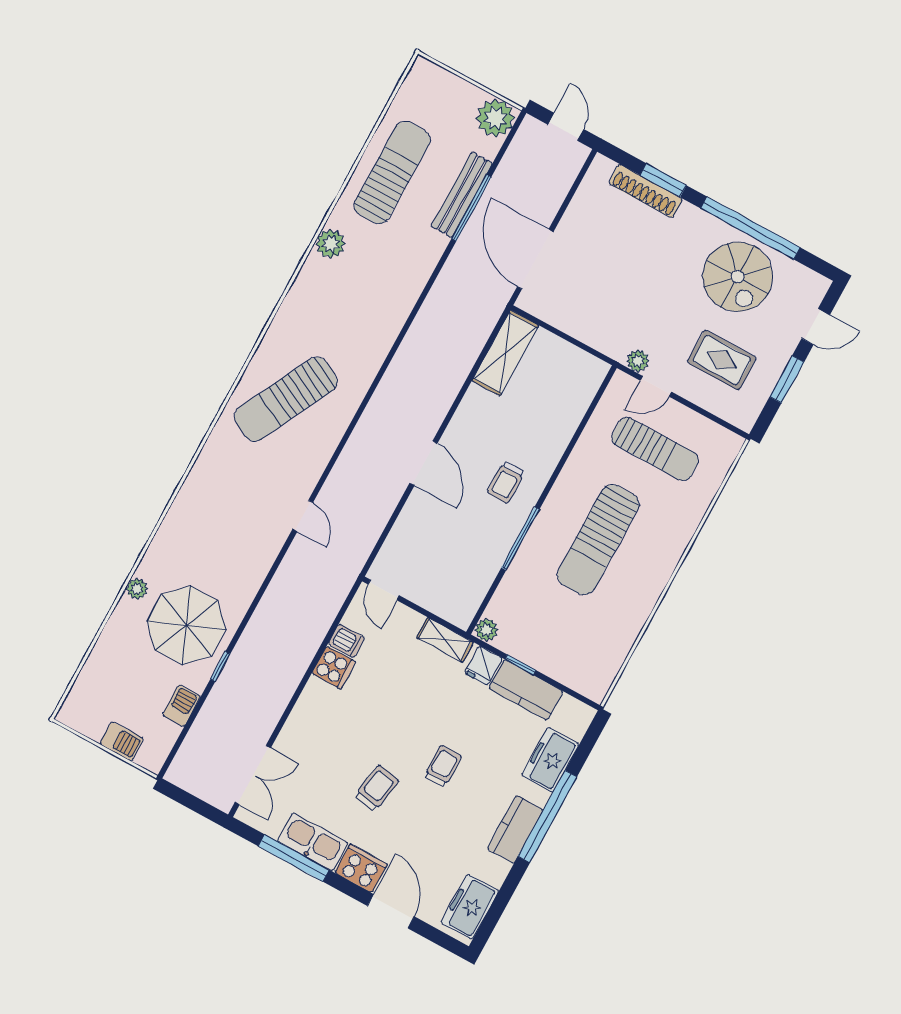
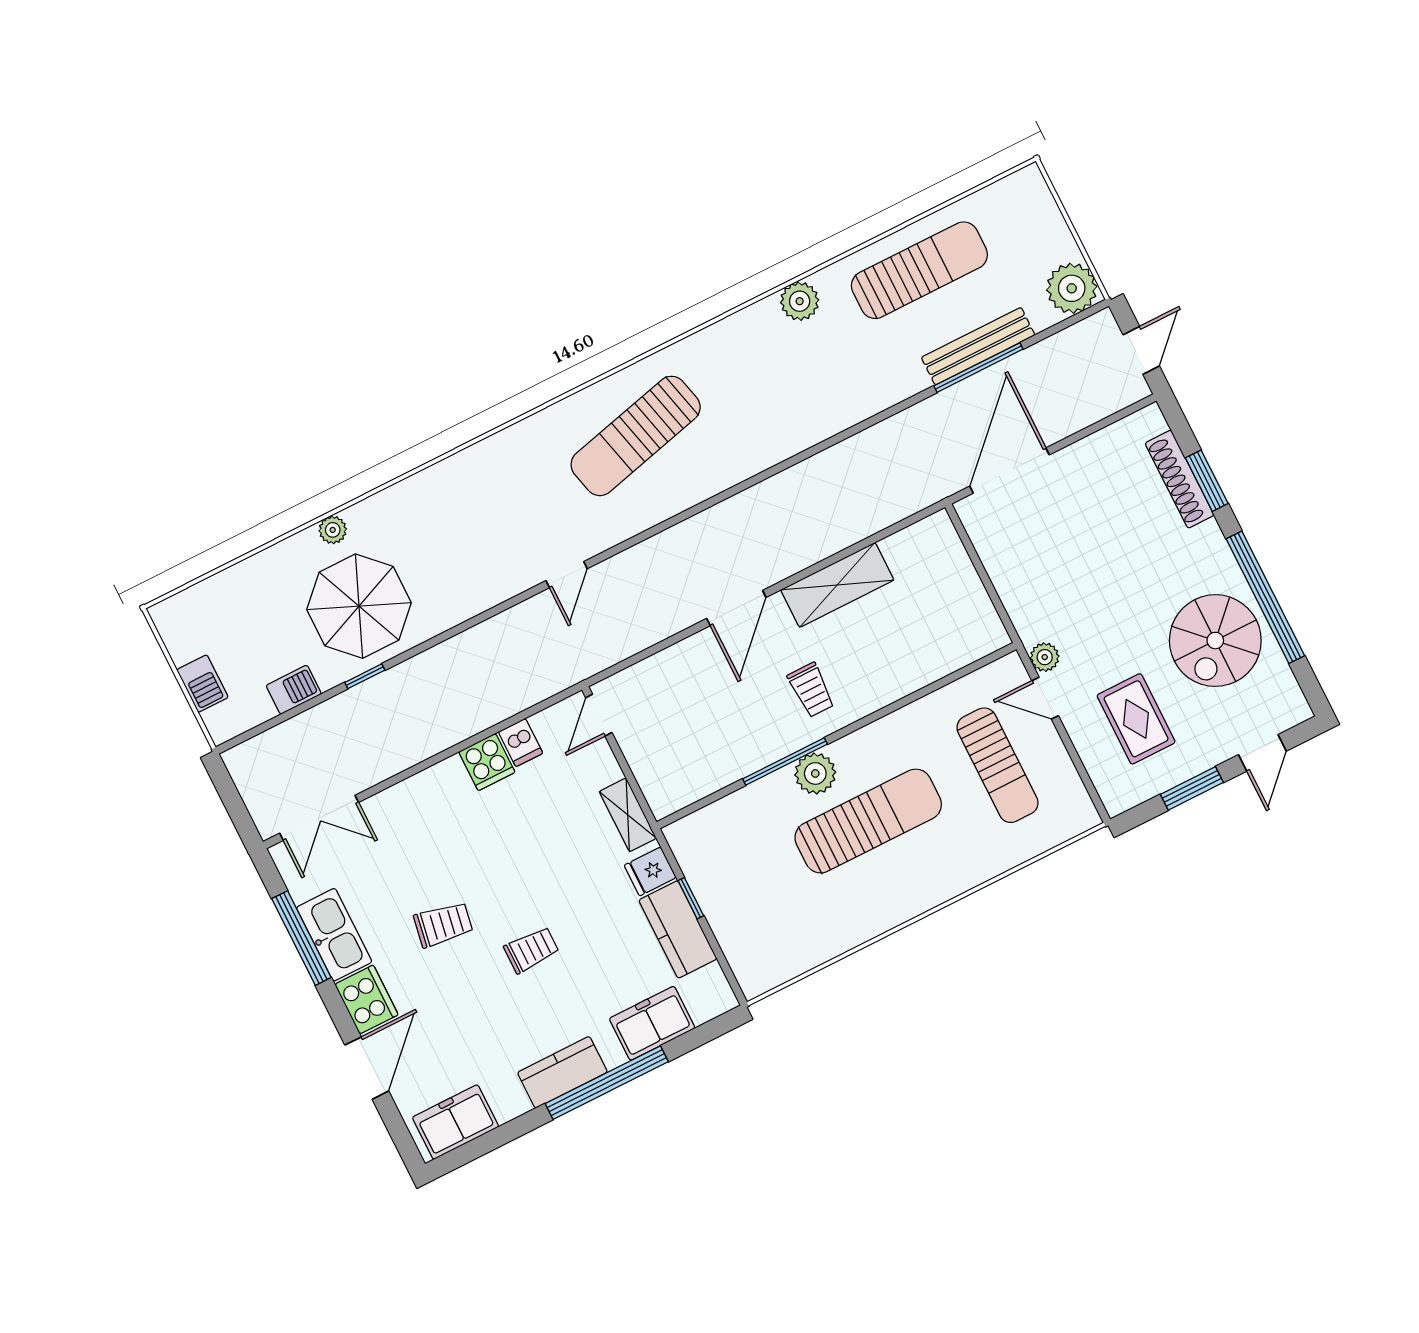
door: (816, 327) -> (1262, 753), hinge flipped
shelving: (505, 353) -> (837, 585), moved
sun lounger: (286, 399) -> (636, 436), turned -41
trolley: (506, 482) -> (811, 690), turned -90
sun lounger: (598, 540) -> (868, 821), turned 180
plant: (486, 630) -> (815, 773), moved, width x1.38, depth x1.38

